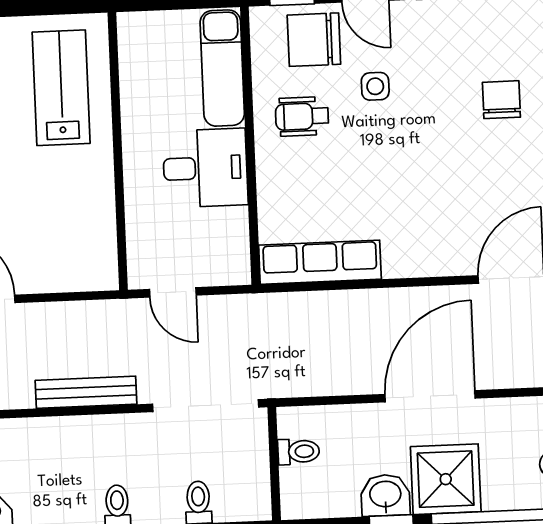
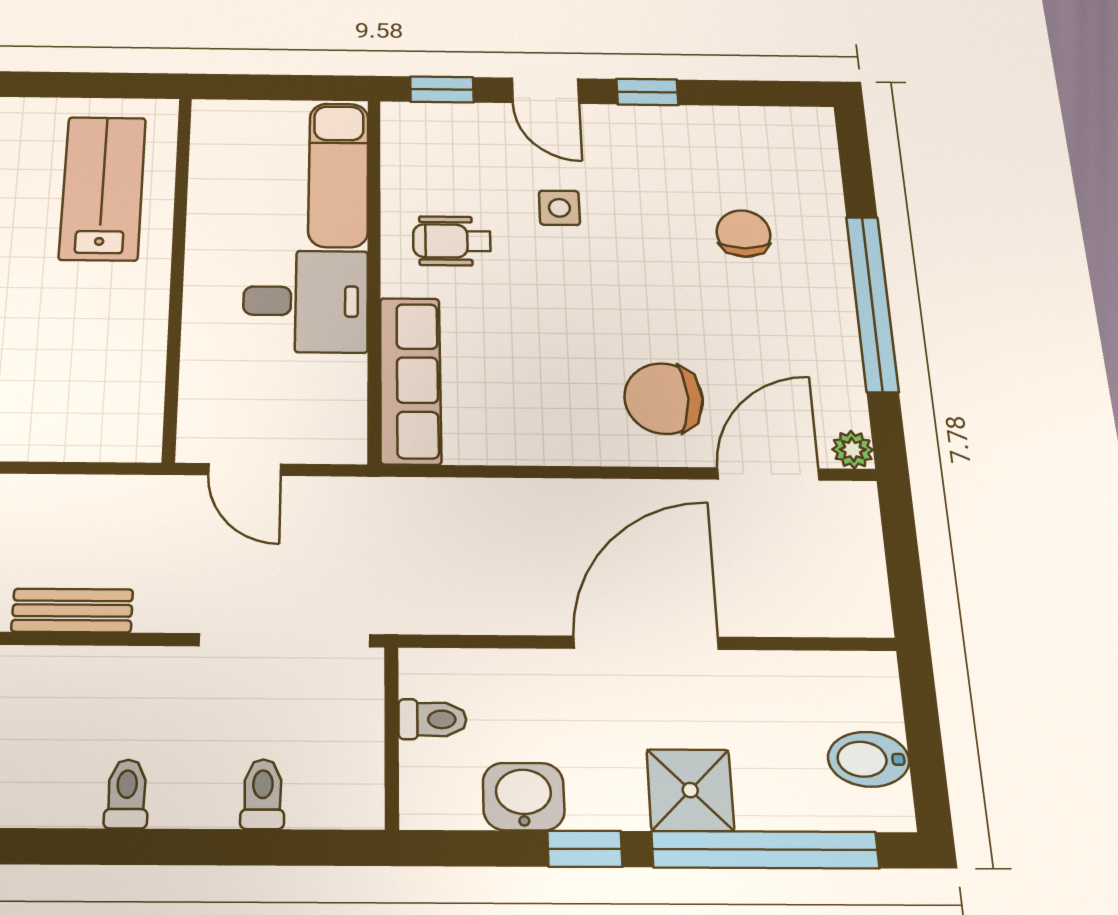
chair: (314, 40) -> (664, 399), moved
row of seats: (320, 262) -> (410, 380), moved, turned 90
bench: (86, 392) -> (72, 611), width x0.73
shower: (446, 479) -> (690, 790), width x0.73, depth x0.73
washbasin: (385, 495) -> (524, 797), moved

